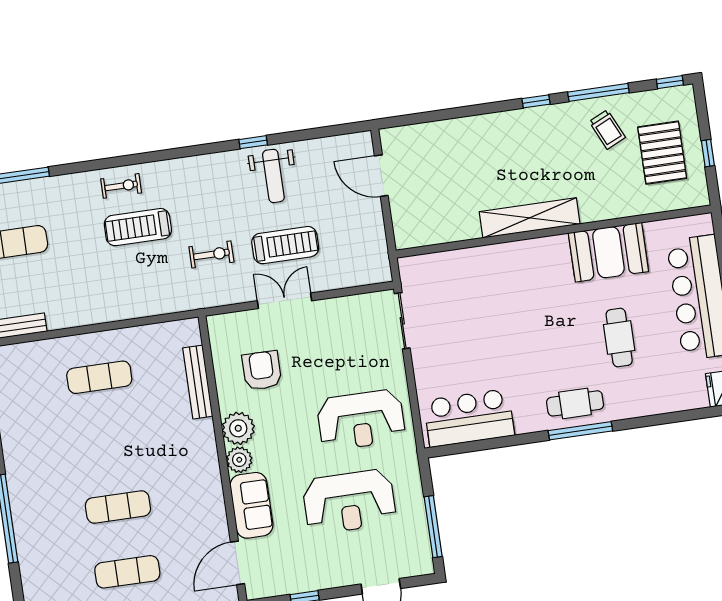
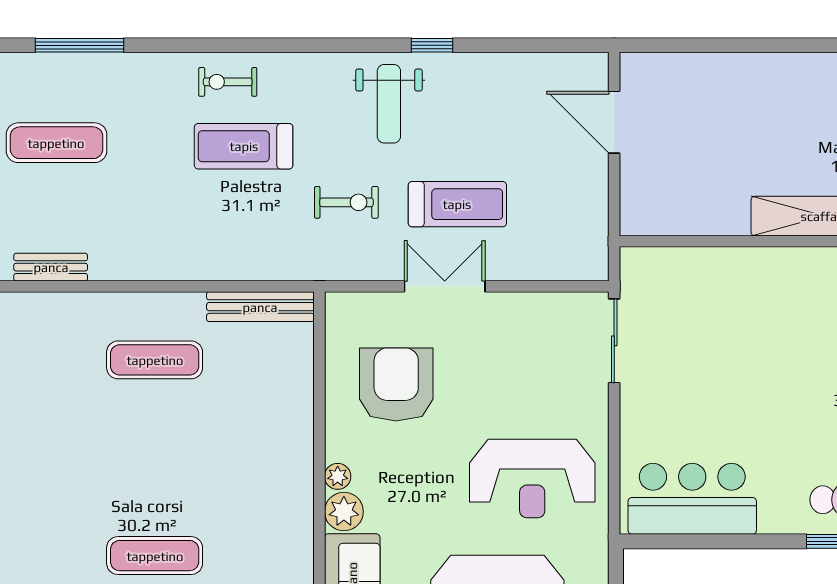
weight bench: (273, 176) -> (389, 104), moved
exercise bike: (121, 186) -> (228, 82), turned 180
armchair: (262, 370) -> (396, 384), width x1.36, depth x1.36
bench: (198, 382) -> (260, 307), moved, turned 90
plant: (238, 428) -> (338, 476), width x0.53, depth x0.53

